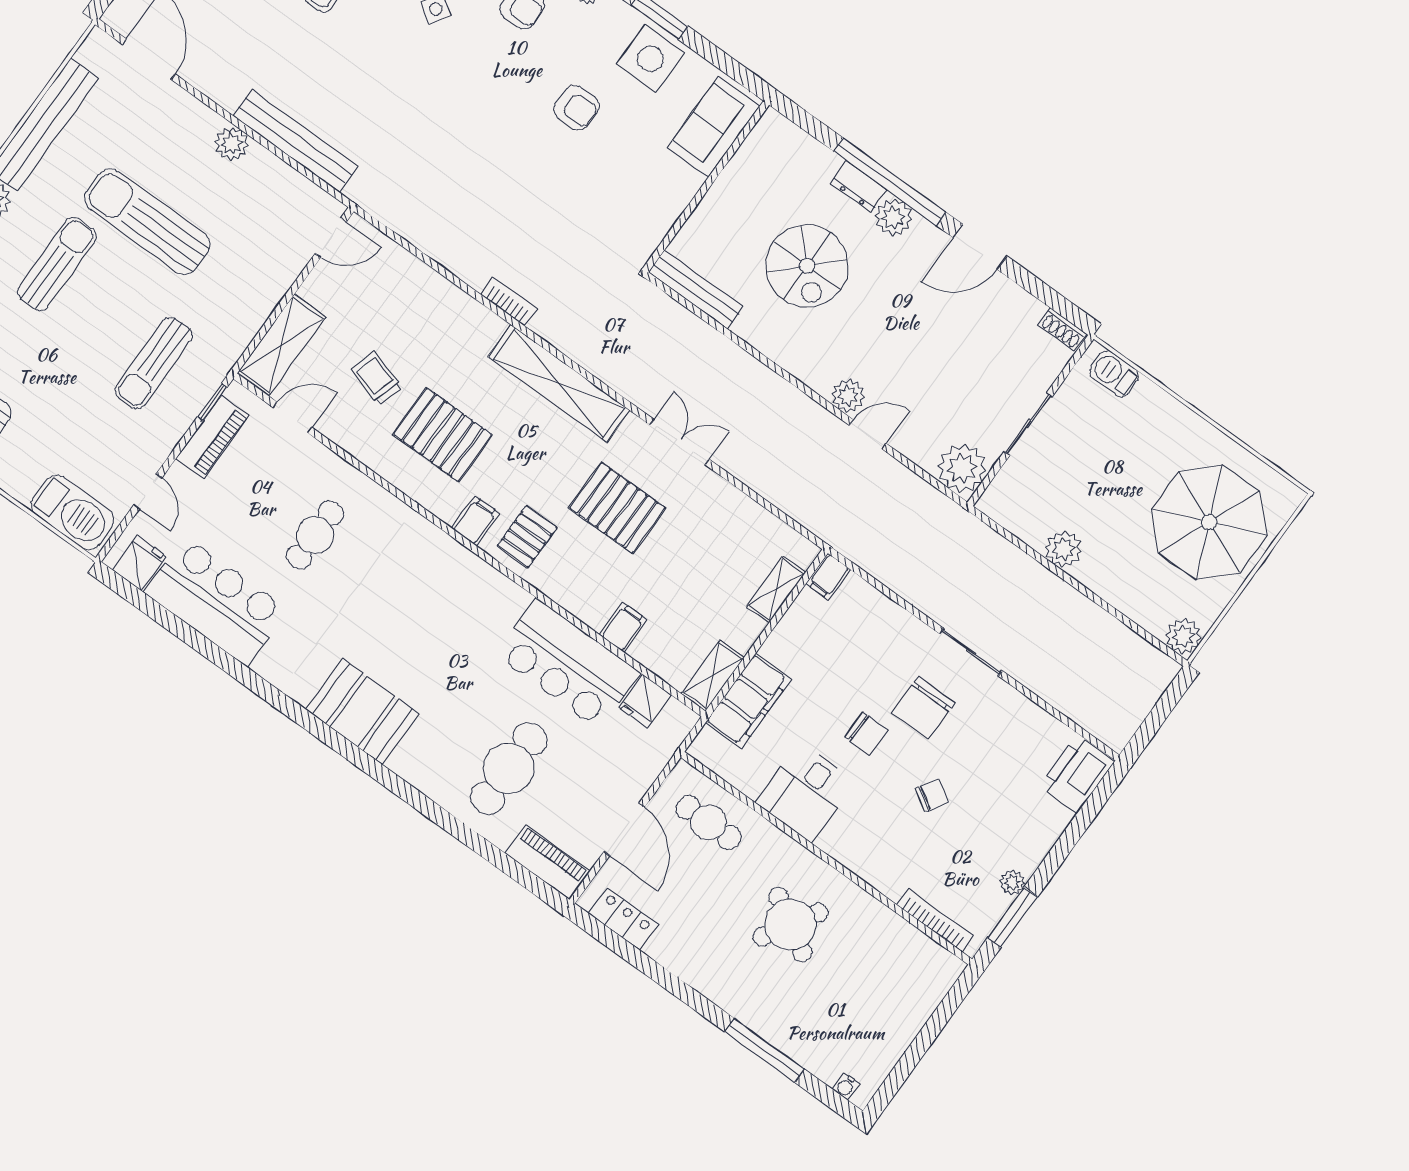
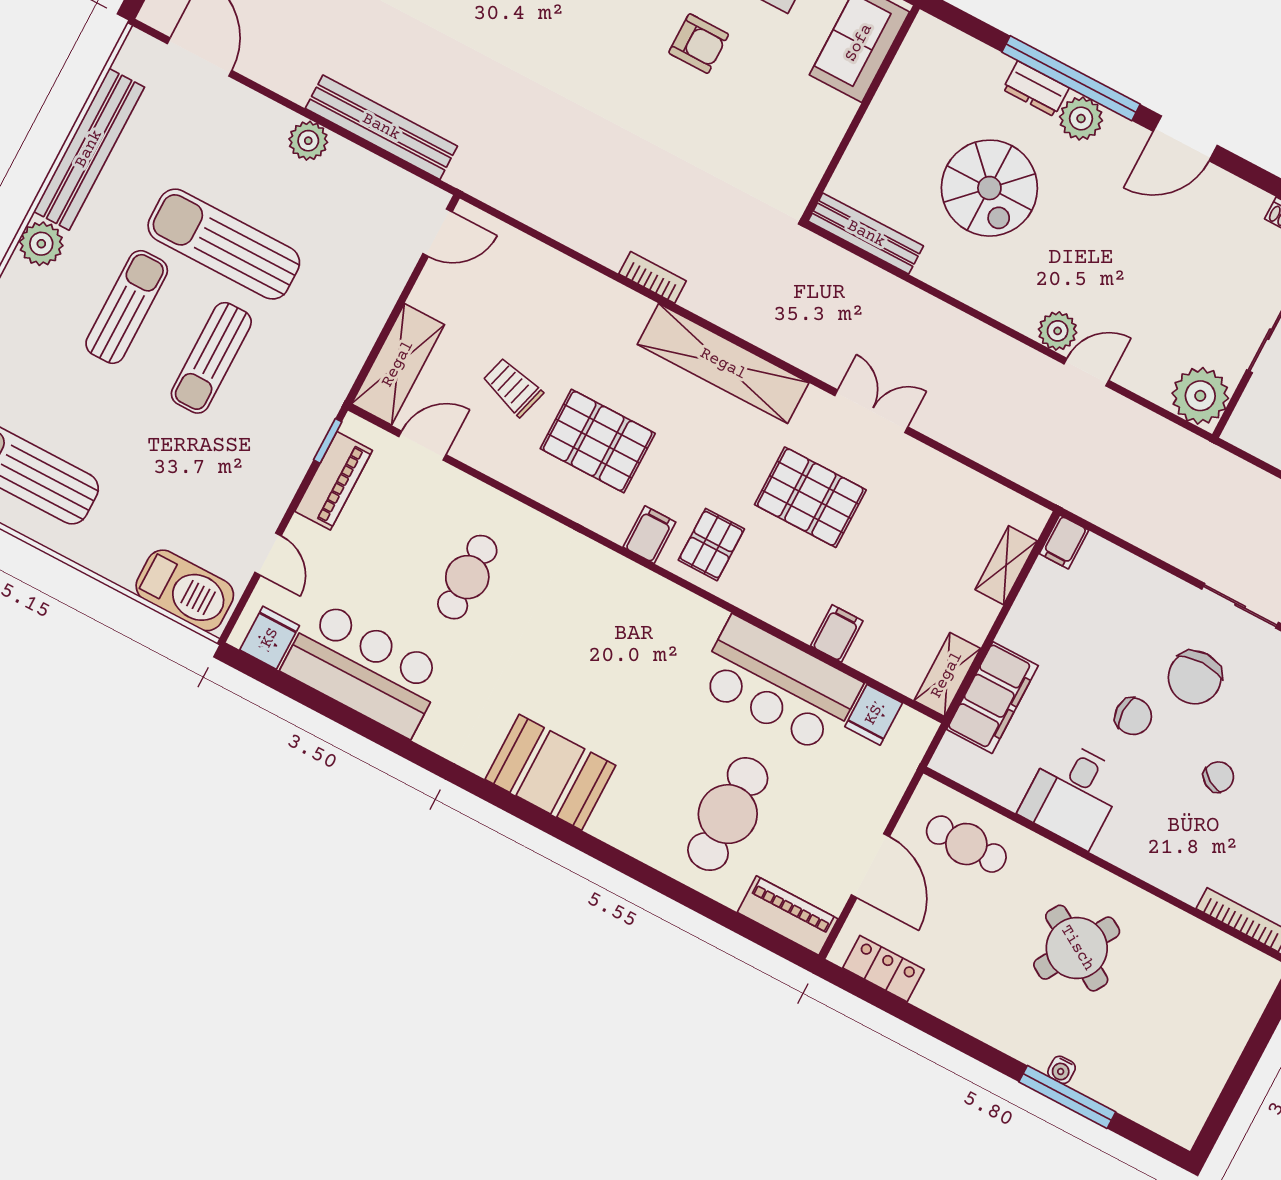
sun lounger: (154, 363) -> (211, 358), moved
water cooler: (846, 1086) -> (1062, 1070), moved

